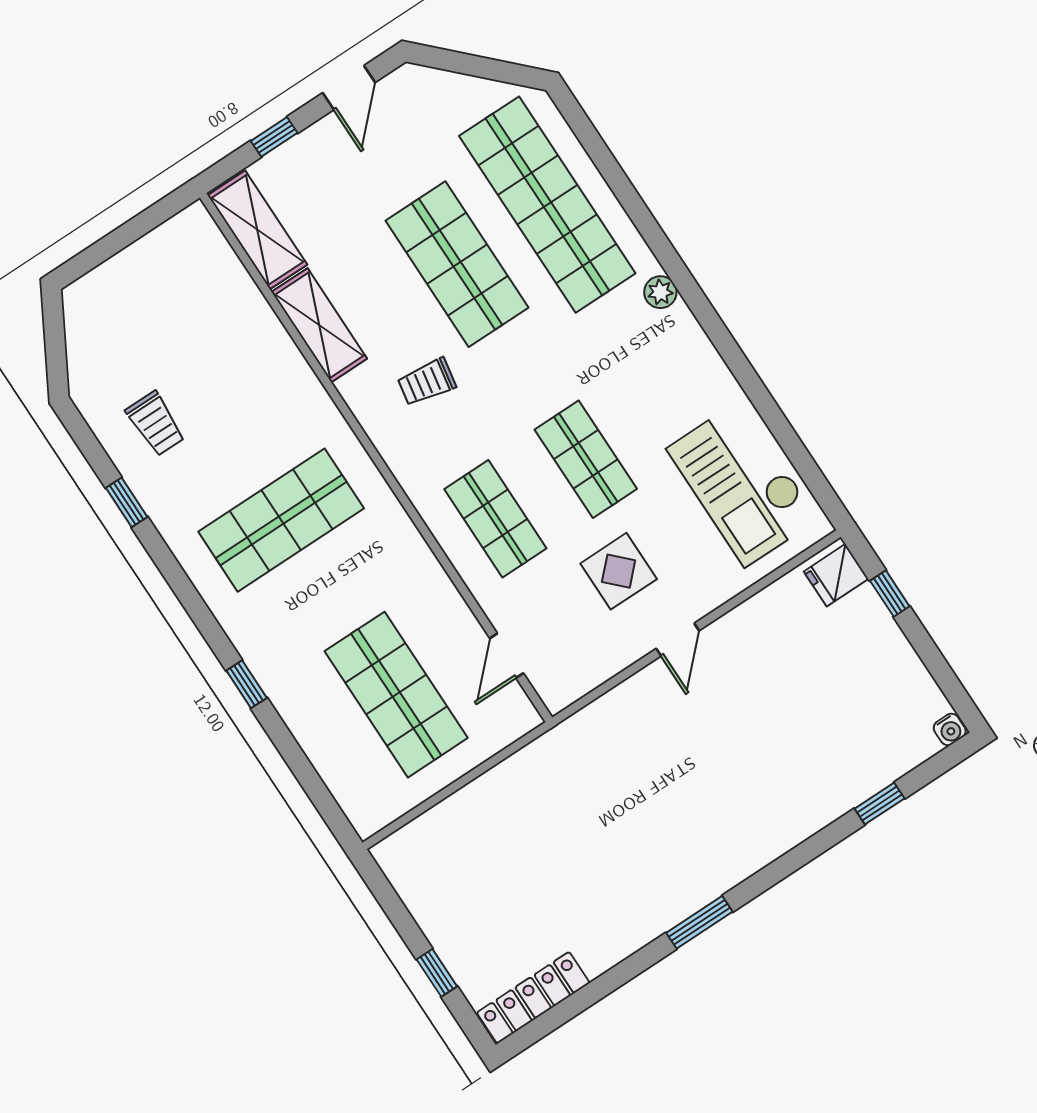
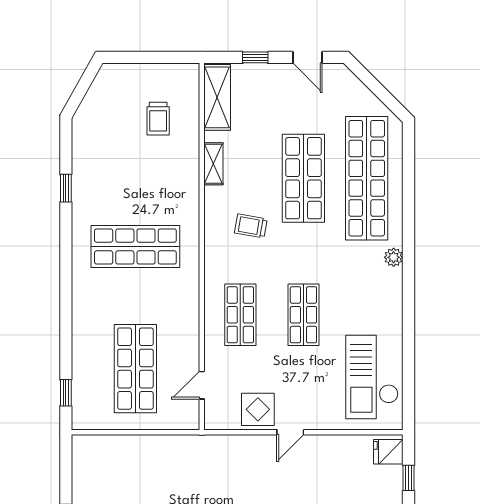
door: (349, 88) -> (307, 57), hinge flipped
shelving: (319, 325) -> (213, 164), width x0.67, depth x0.75
trolley: (156, 424) -> (158, 119), moved
display table: (619, 571) -> (258, 409), moved
window: (247, 684) -> (66, 393), moved

